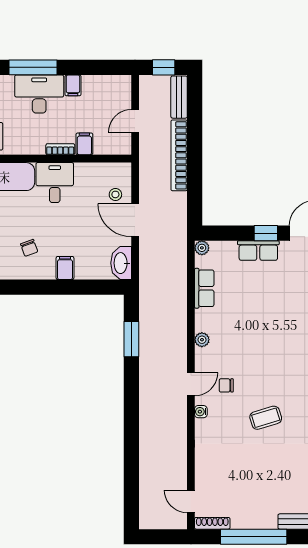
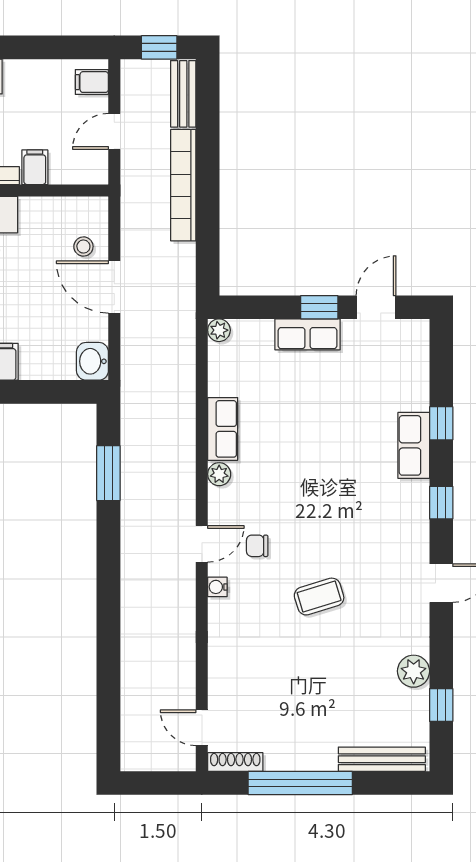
filing cabinet: (73, 85) -> (92, 82), moved, turned 90
washbasin: (121, 263) -> (92, 361), width x0.72
row of seats: (204, 288) -> (223, 429), moved

